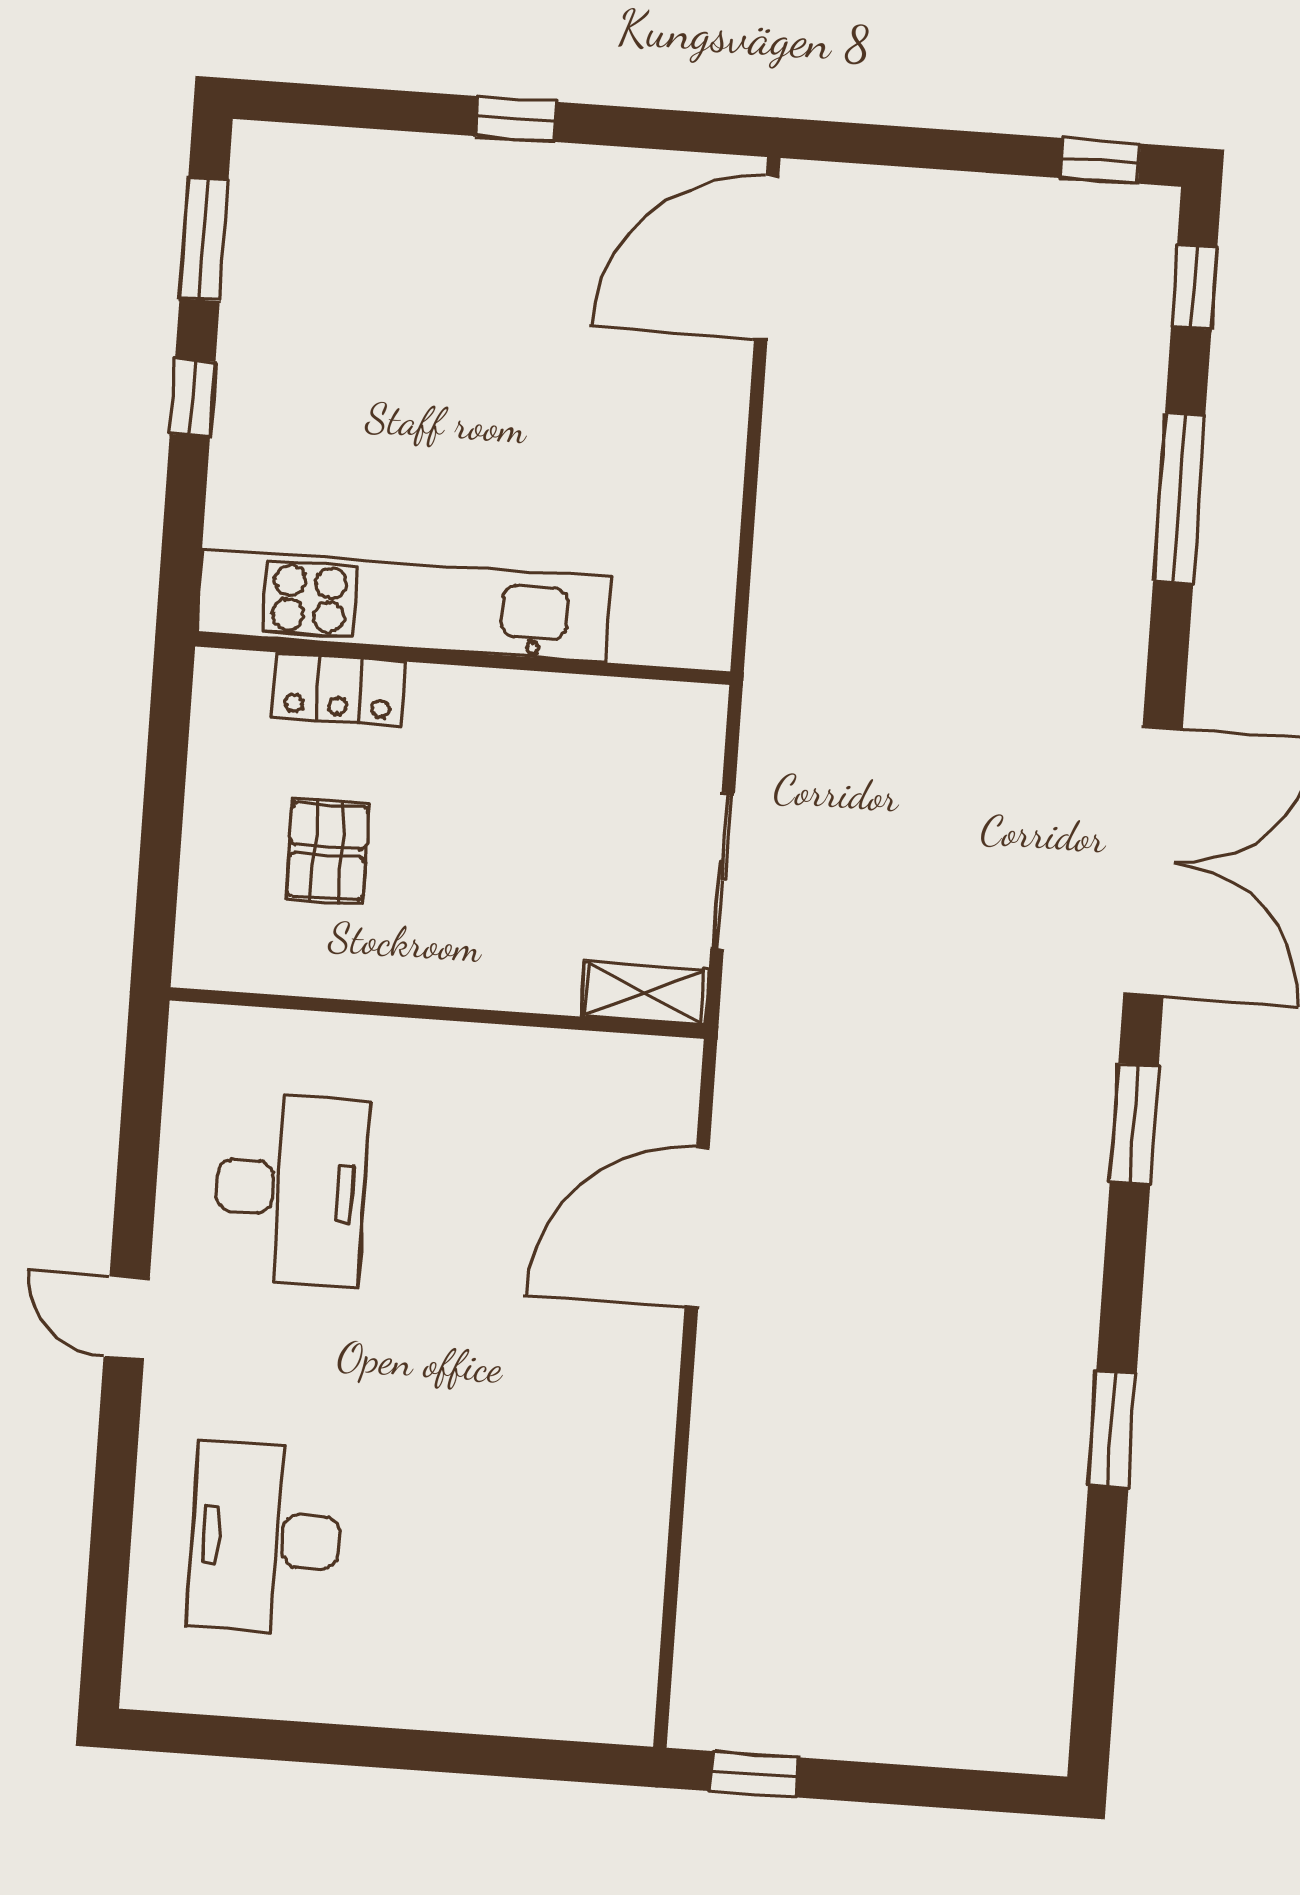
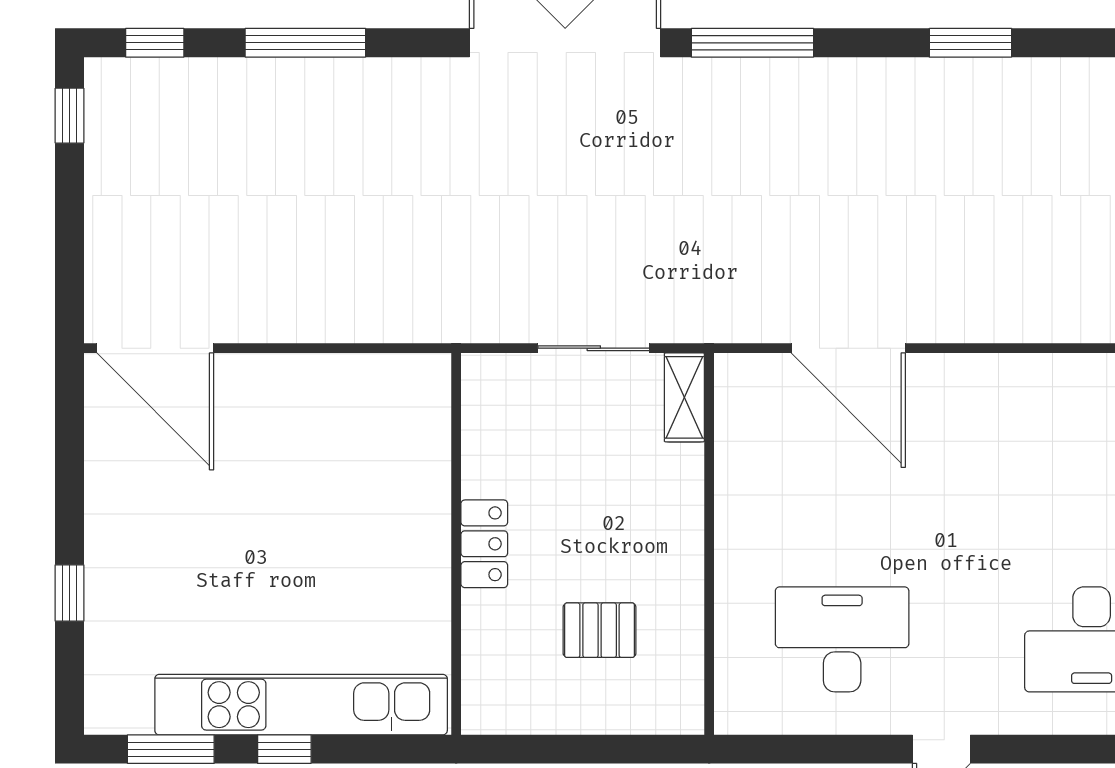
window: (516, 119) -> (69, 593), moved
kitchen unit: (404, 606) -> (301, 705), moved, turned 90
locker: (338, 690) -> (484, 544), moved
window: (1134, 1124) -> (752, 43), width x1.44

